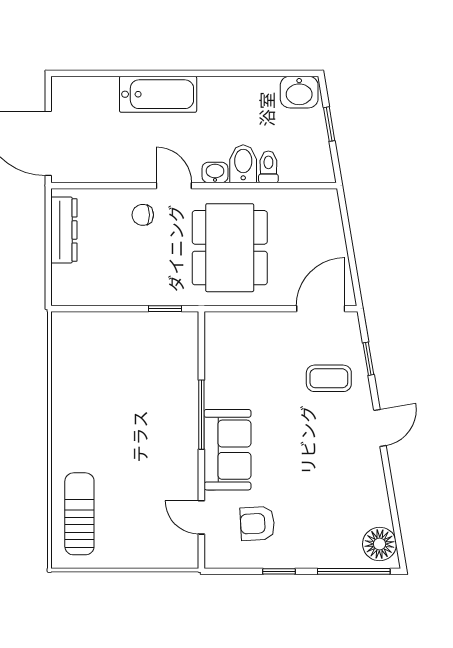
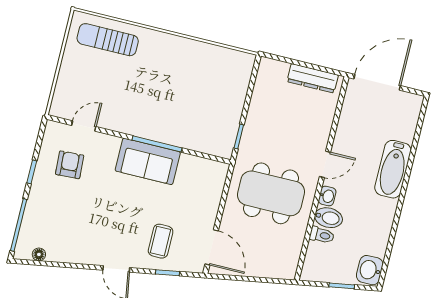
chair: (143, 215) -> (310, 137), removed
sofa: (227, 450) -> (148, 161), moved
sun lounger: (79, 514) -> (108, 40), turned 180
floor lamp: (380, 544) -> (39, 254), width x0.53, depth x0.53

